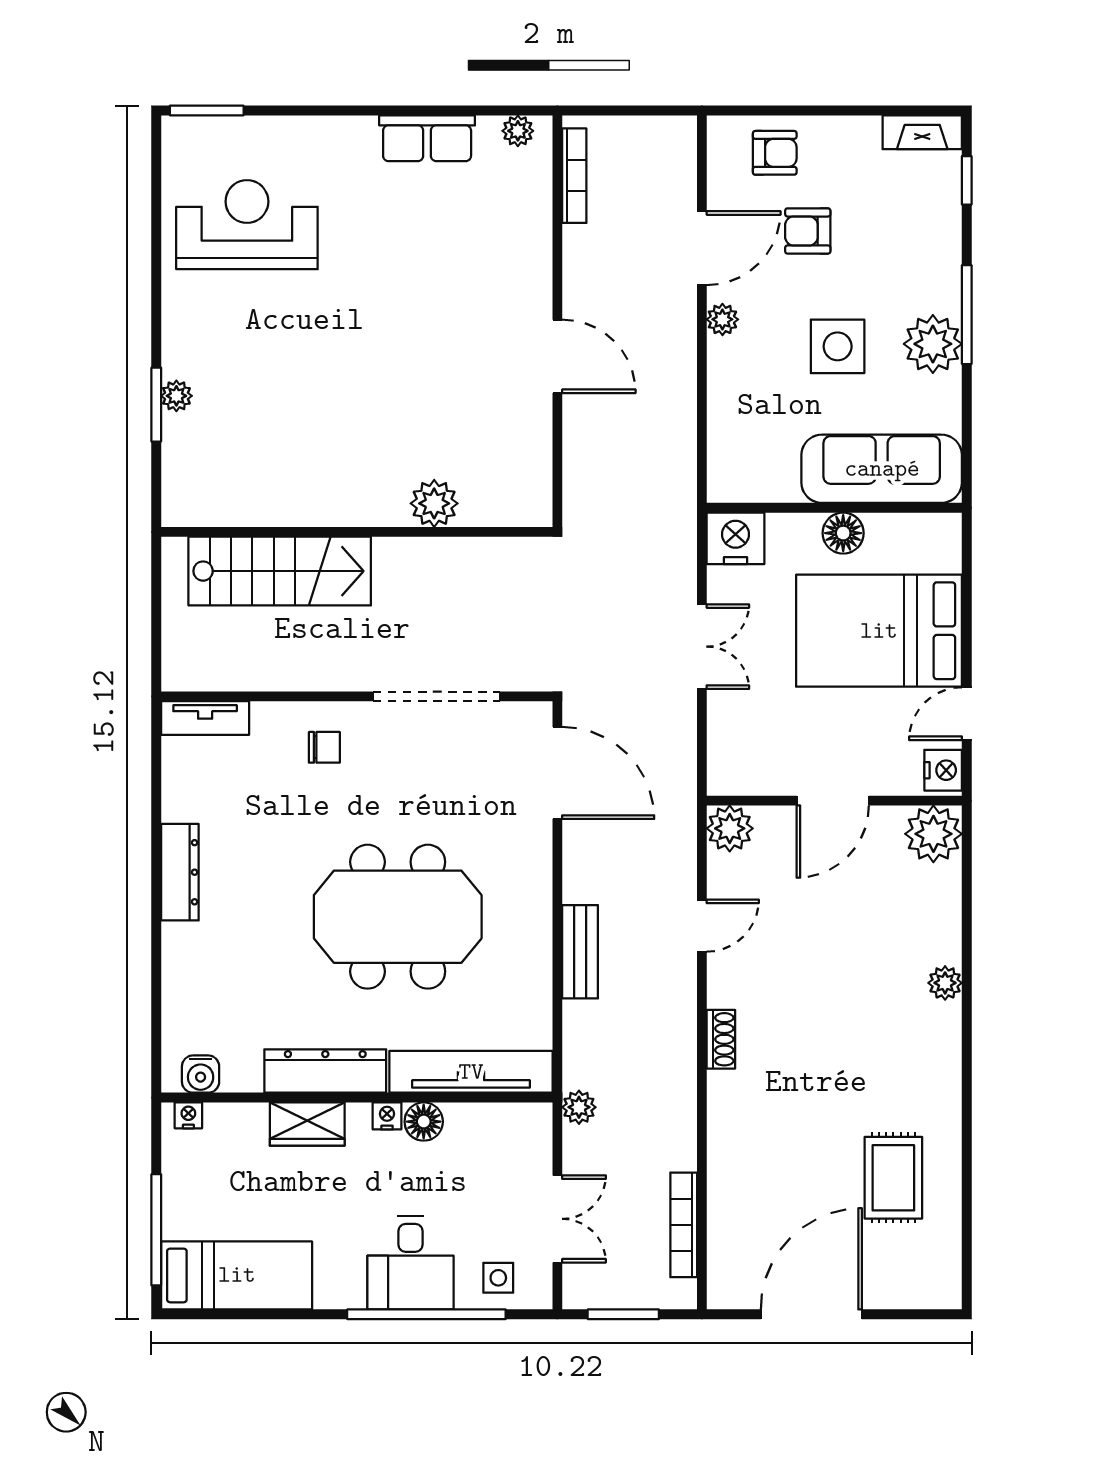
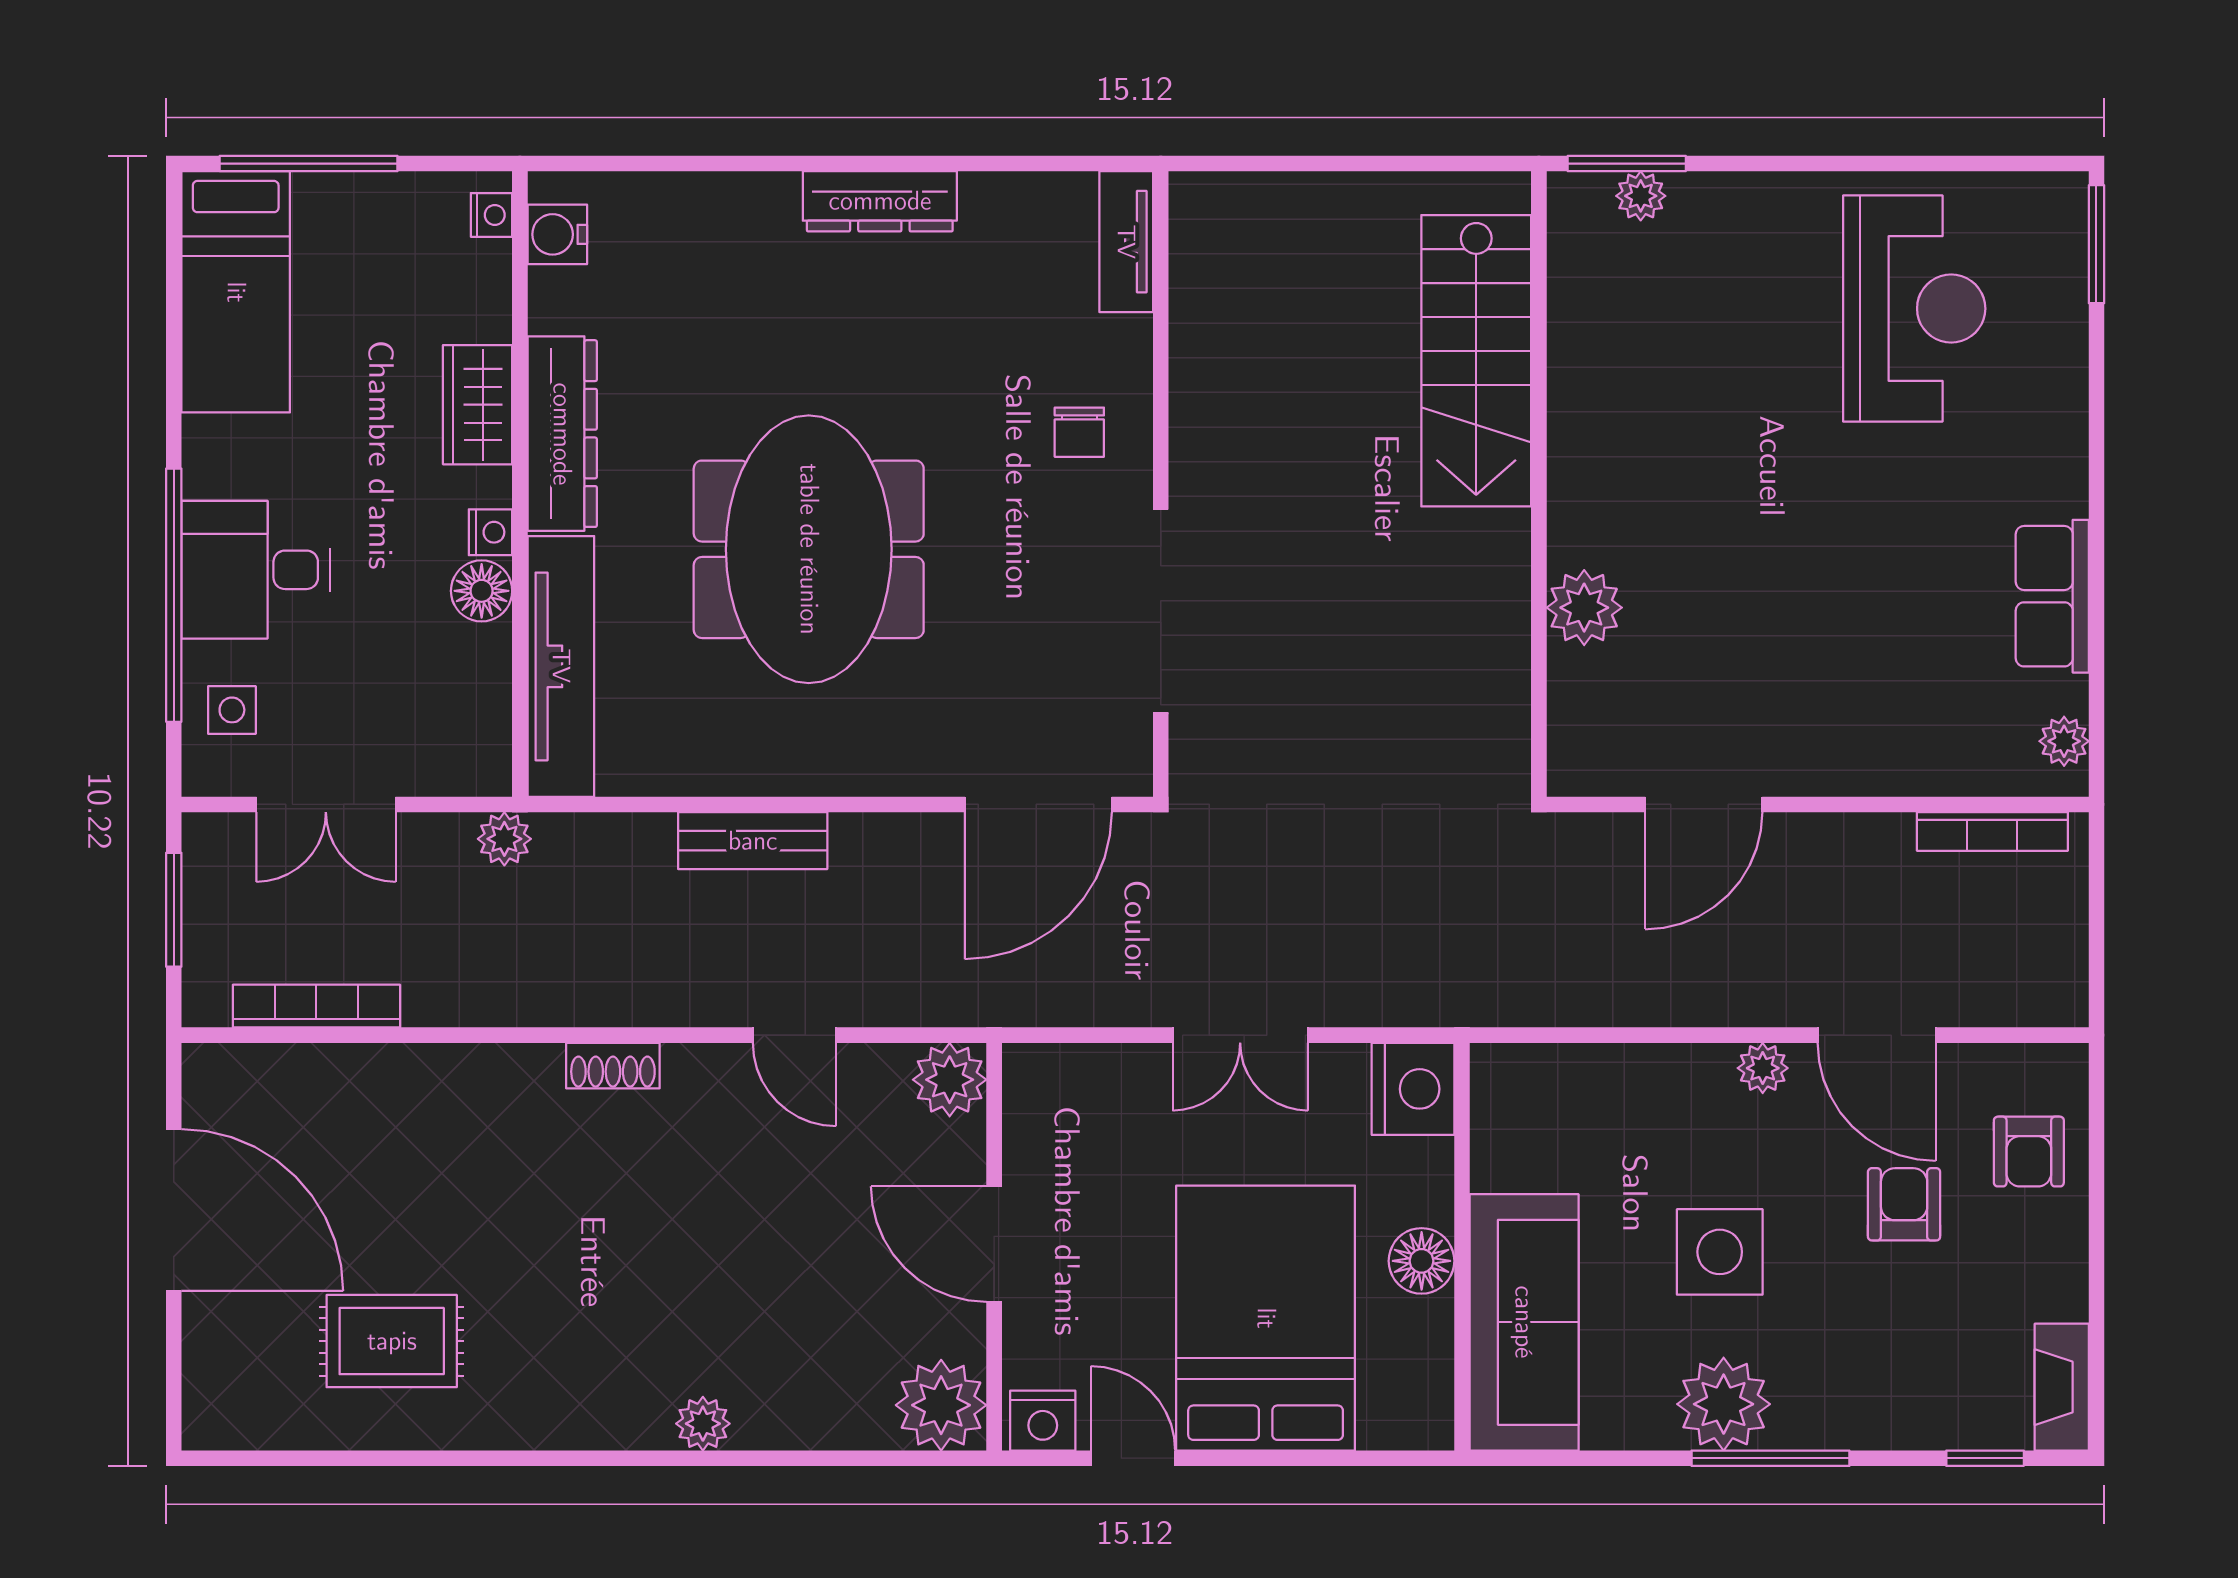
plant: (434, 503) -> (1584, 608), moved
wall: (357, 532) -> (1539, 484), moved
stairs: (280, 571) -> (1476, 361), moved

